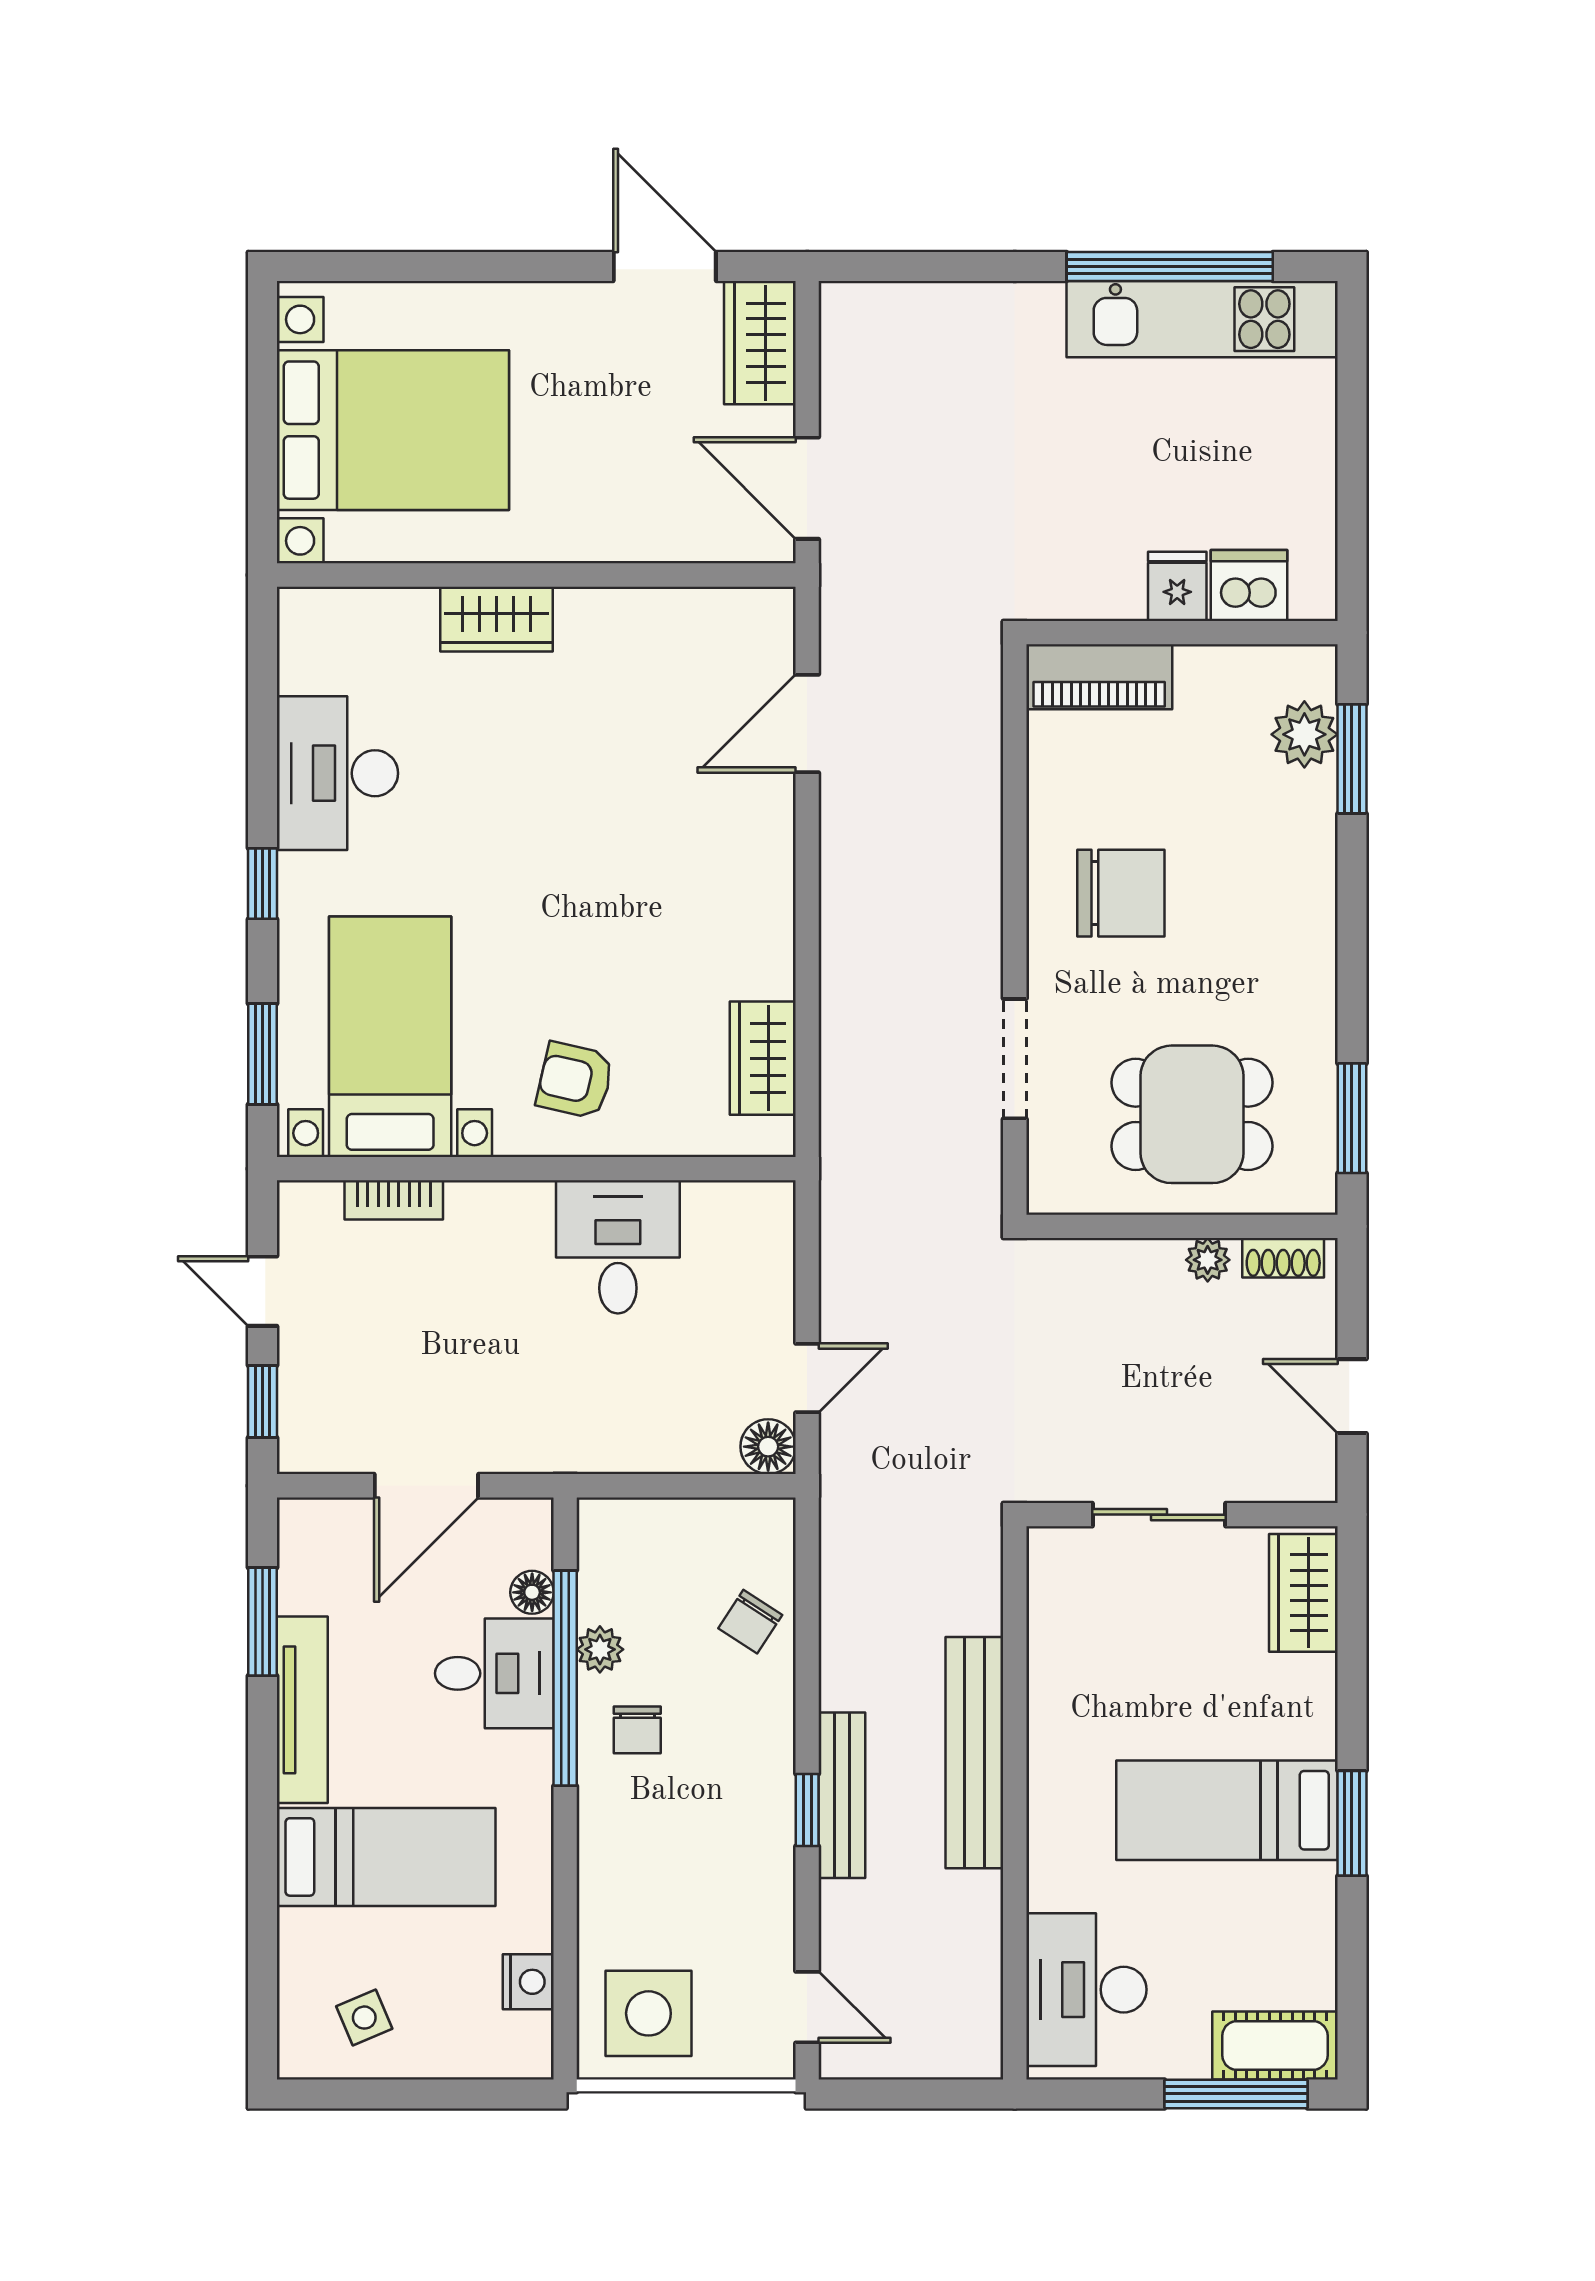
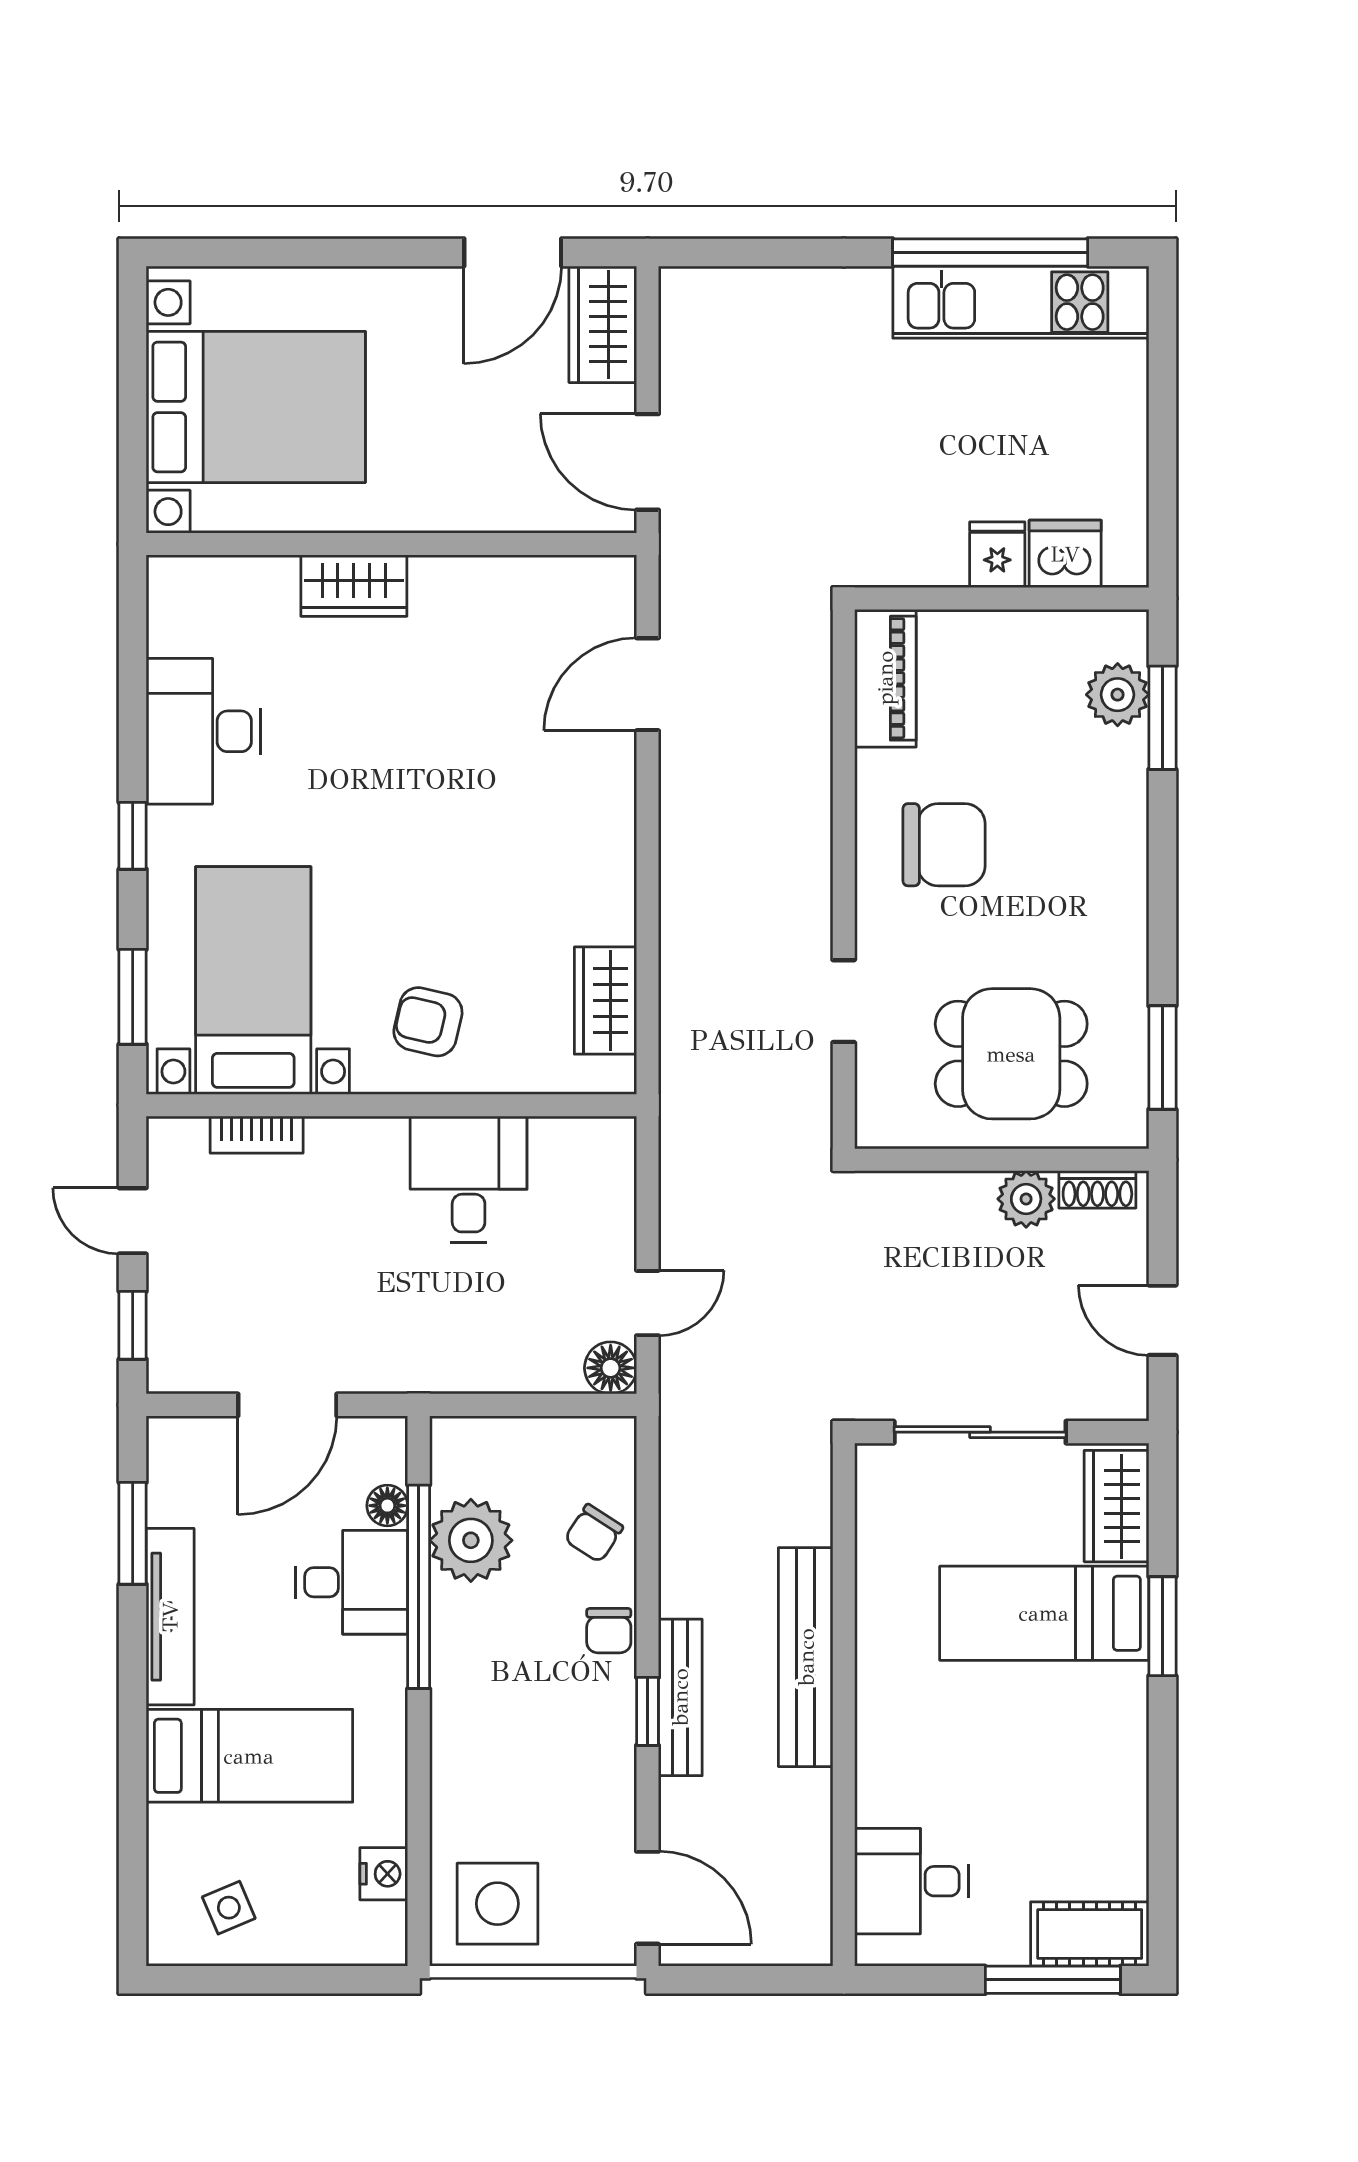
door: (665, 267) -> (513, 252), swing flipped
piano: (1099, 677) -> (885, 678), moved, turned -90
doorway: (1015, 1059) -> (844, 1001), width x0.73
plant: (1208, 1260) -> (1026, 1199), width x1.38, depth x1.38
sliding door: (1159, 1515) -> (980, 1432), width x1.37
plant: (600, 1649) -> (471, 1540), width x1.87, depth x1.87
chair: (637, 1730) -> (609, 1631), moved
bed: (1227, 1810) -> (1044, 1613), moved
window: (1352, 1823) -> (1162, 1626), moved
desk: (1086, 1990) -> (911, 1881), width x0.73
door: (807, 2007) -> (647, 1898), width x1.38

